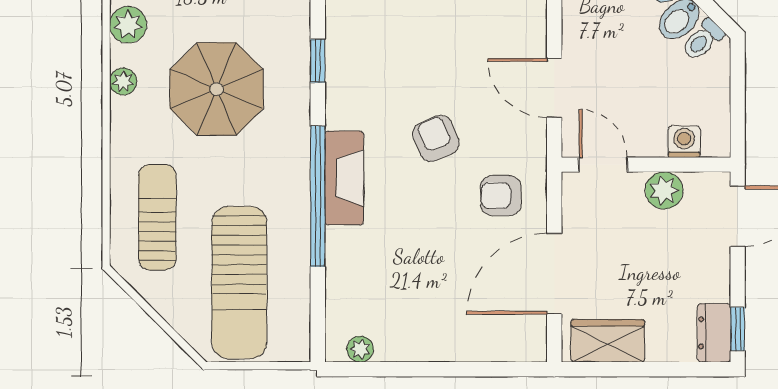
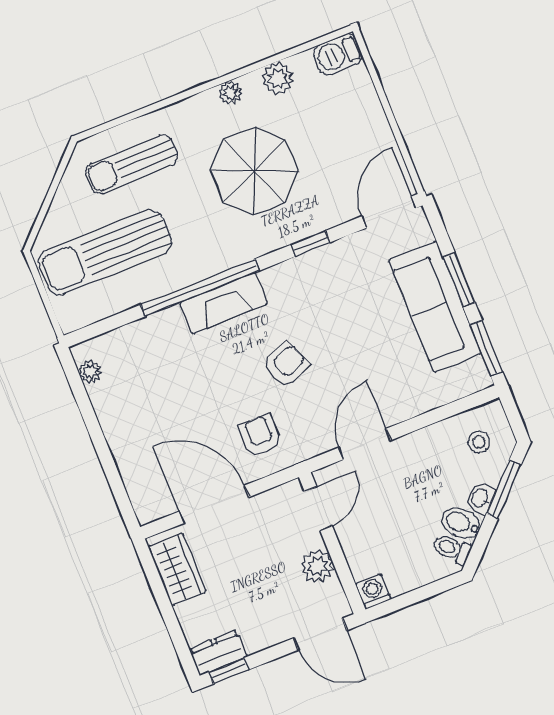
washing machine: (684, 142) -> (373, 592), moved, turned -90
sun lounger: (157, 217) -> (131, 164), turned 180

